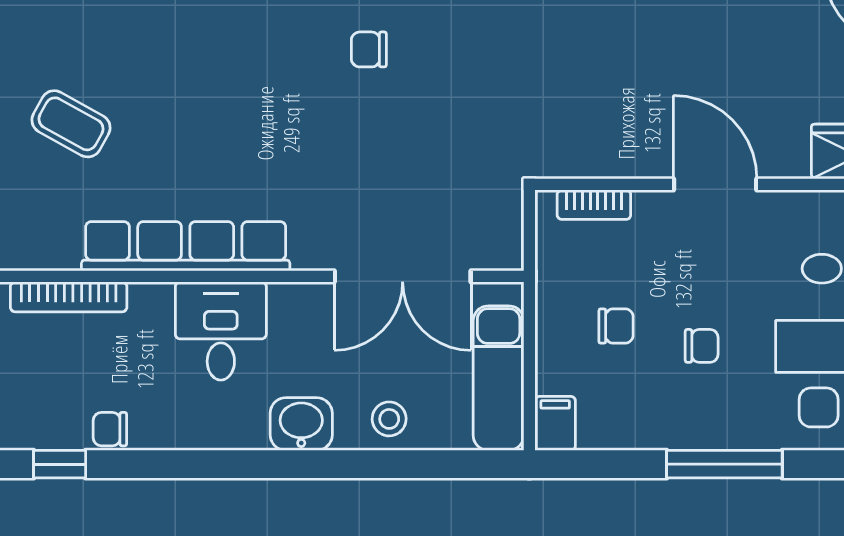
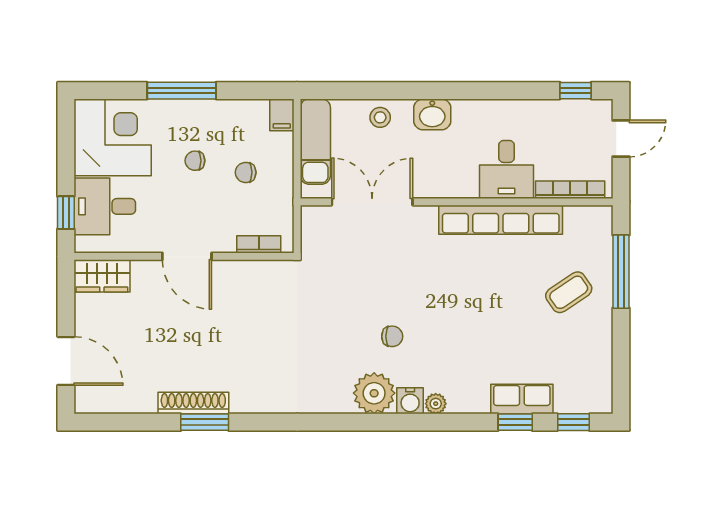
coffee table: (71, 124) -> (569, 292), turned -63
desk: (221, 331) -> (506, 169), moved
chair: (110, 429) -> (546, 111), removed

